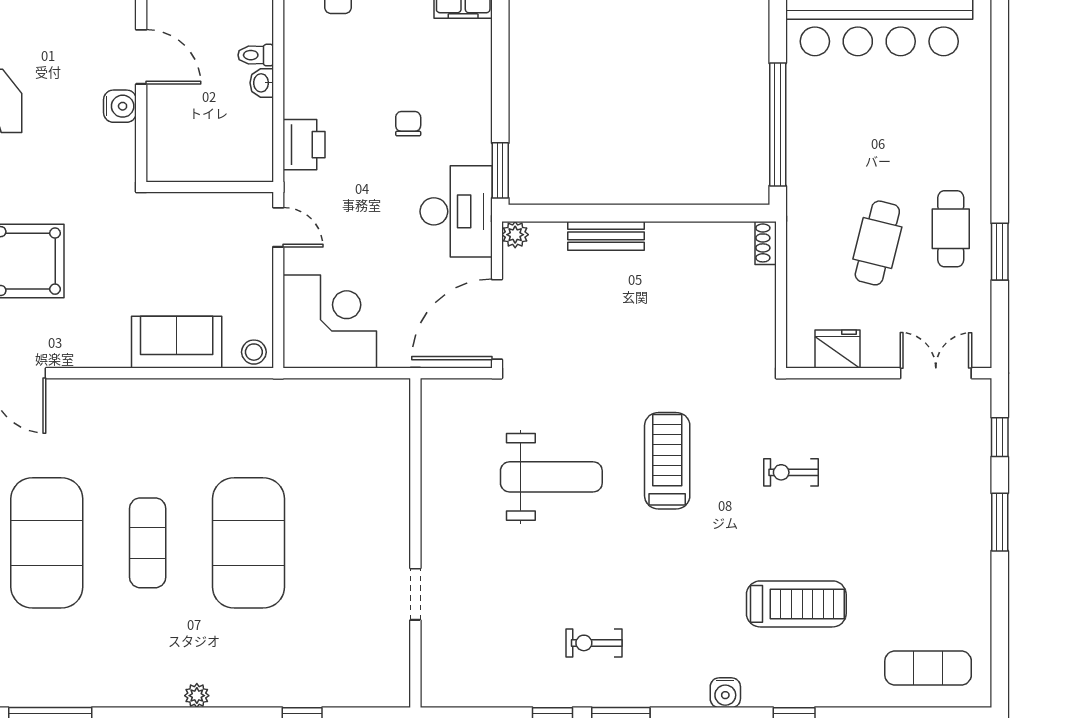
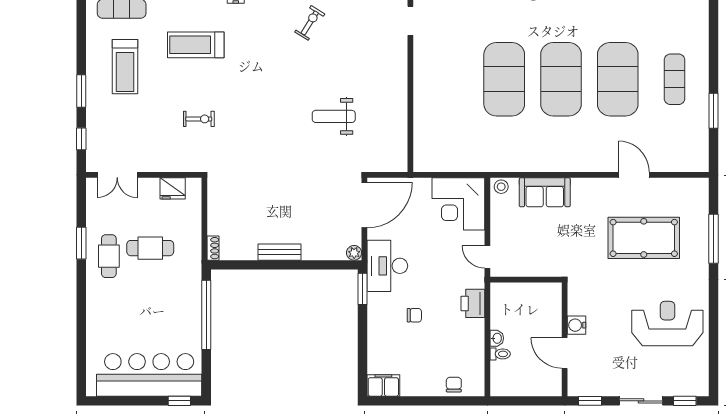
chair: (408, 124) -> (414, 315), turned -90
bench: (606, 236) -> (279, 252), moved
cafe table: (877, 243) -> (150, 248), turned 76
treadmill: (667, 461) -> (125, 67), moved
weight bench: (551, 477) -> (334, 116), width x0.73, depth x0.75
exercise mat: (148, 543) -> (561, 79), width x2.00, depth x1.45
doorway: (415, 594) -> (410, 21), moved
exercise bike: (594, 643) -> (310, 23), turned -58

